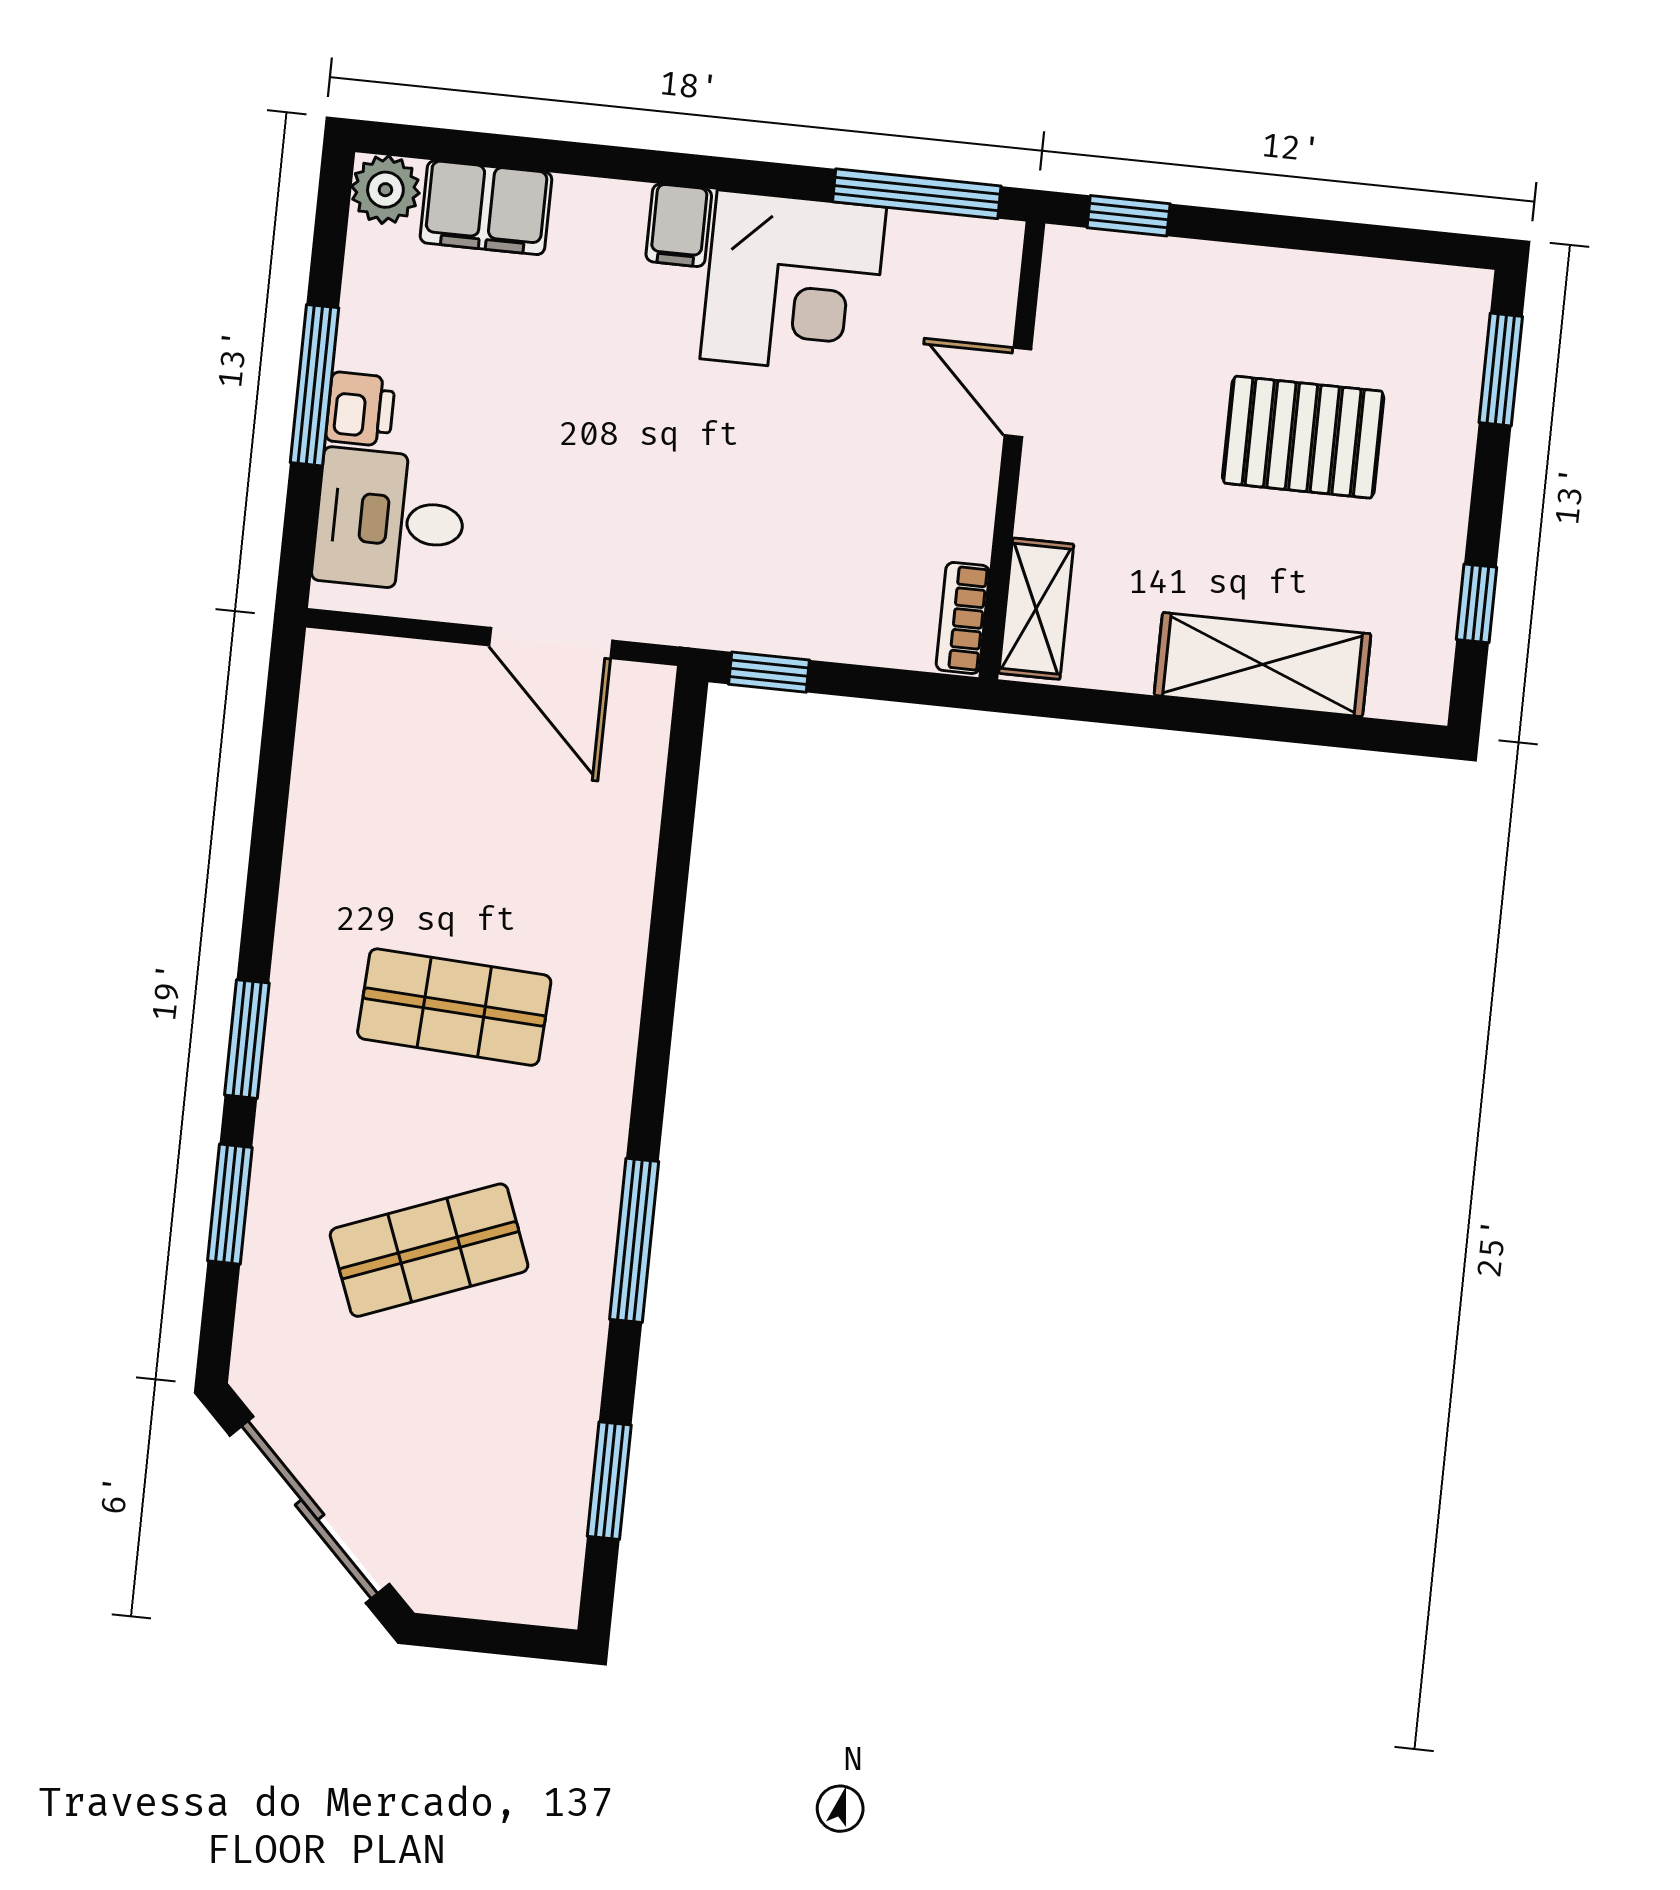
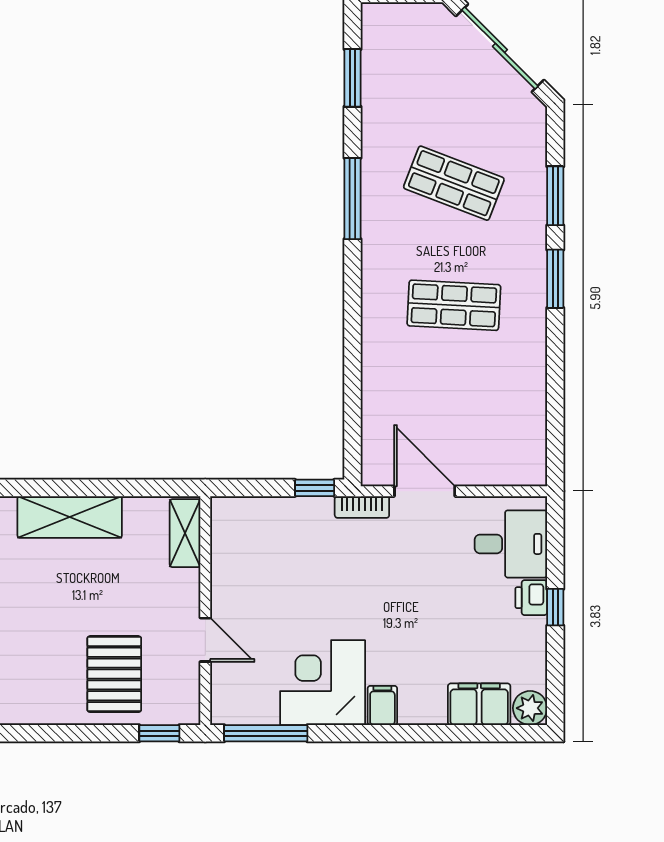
window: (314, 385) -> (555, 607), width x0.46
pallet: (1303, 437) -> (114, 674), moved, turned 90
bookcase: (963, 618) -> (362, 507), moved, turned 90
shop shelf: (429, 1250) -> (454, 183), turned 42

